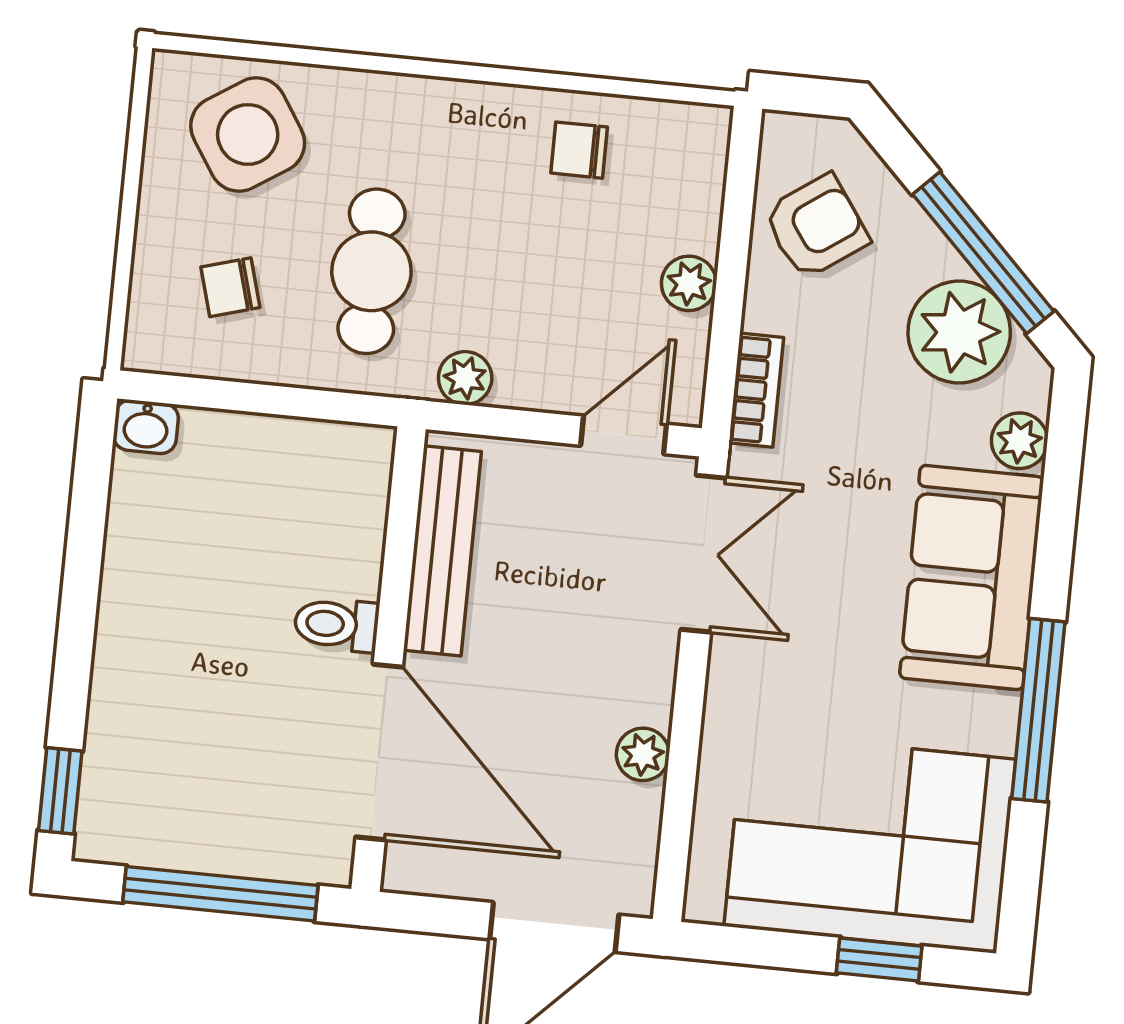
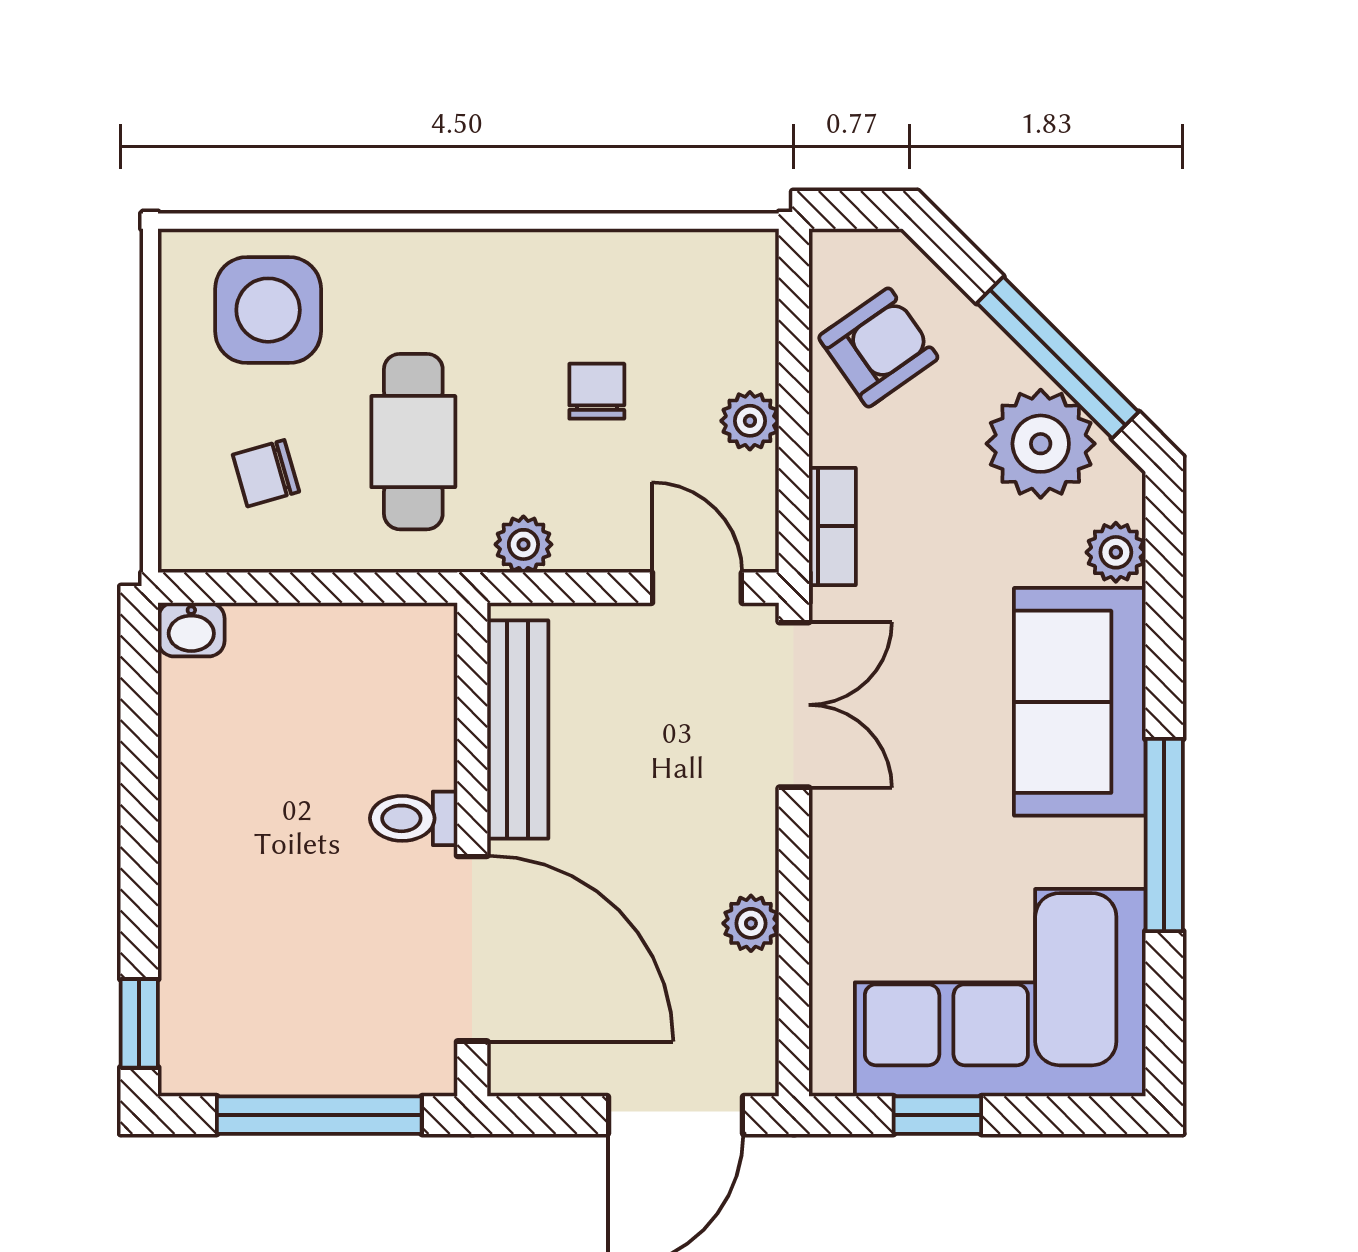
side table: (248, 134) -> (268, 310), turned 33
chair: (579, 150) -> (597, 391), moved, turned 90
door: (624, 435) -> (697, 588), hinge flipped
window: (879, 959) -> (937, 1115), moved

